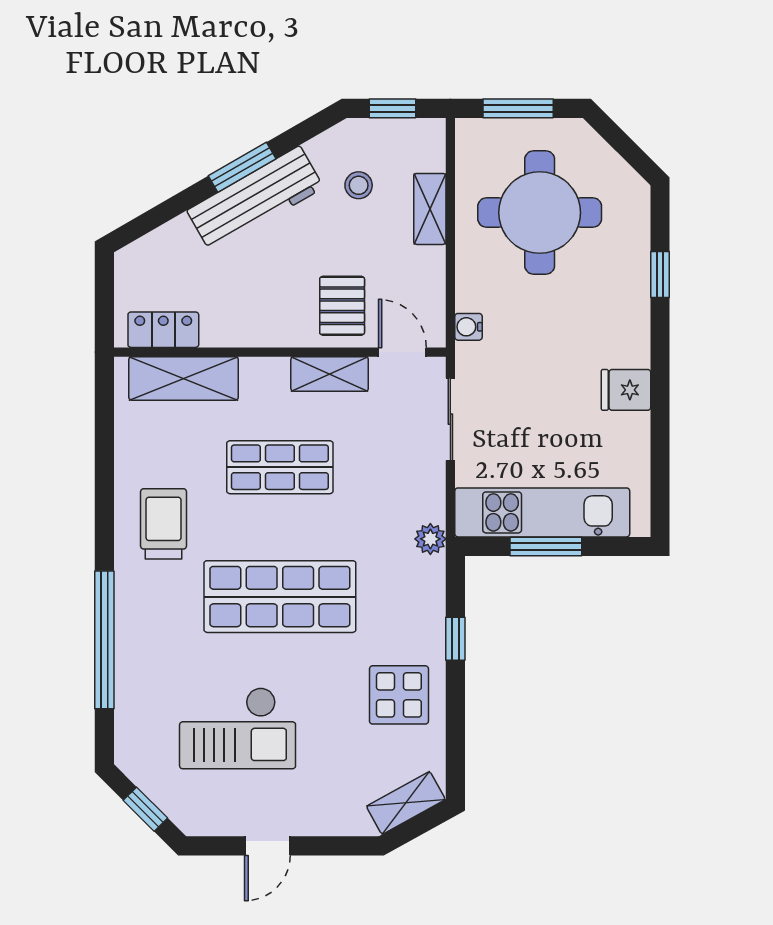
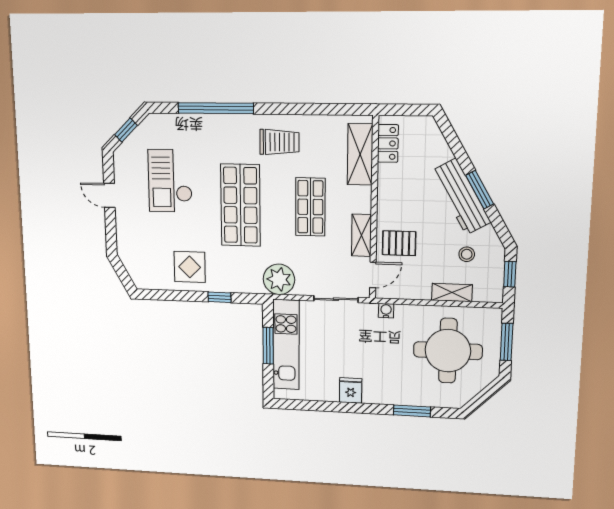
window: (660, 275) -> (412, 411), width x1.50
plant: (430, 539) -> (279, 279), width x1.87, depth x1.87
shelving: (406, 803) -> (134, 269), removed

